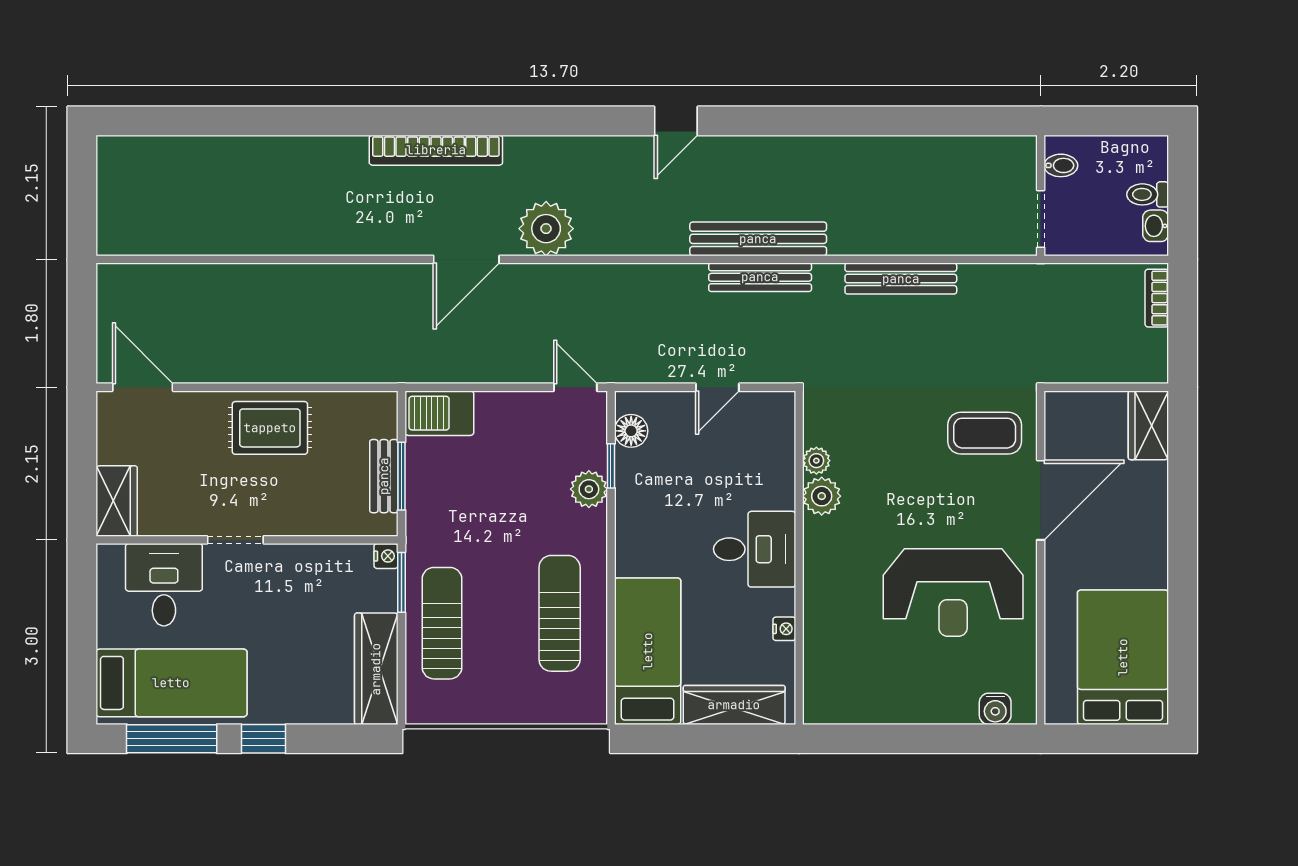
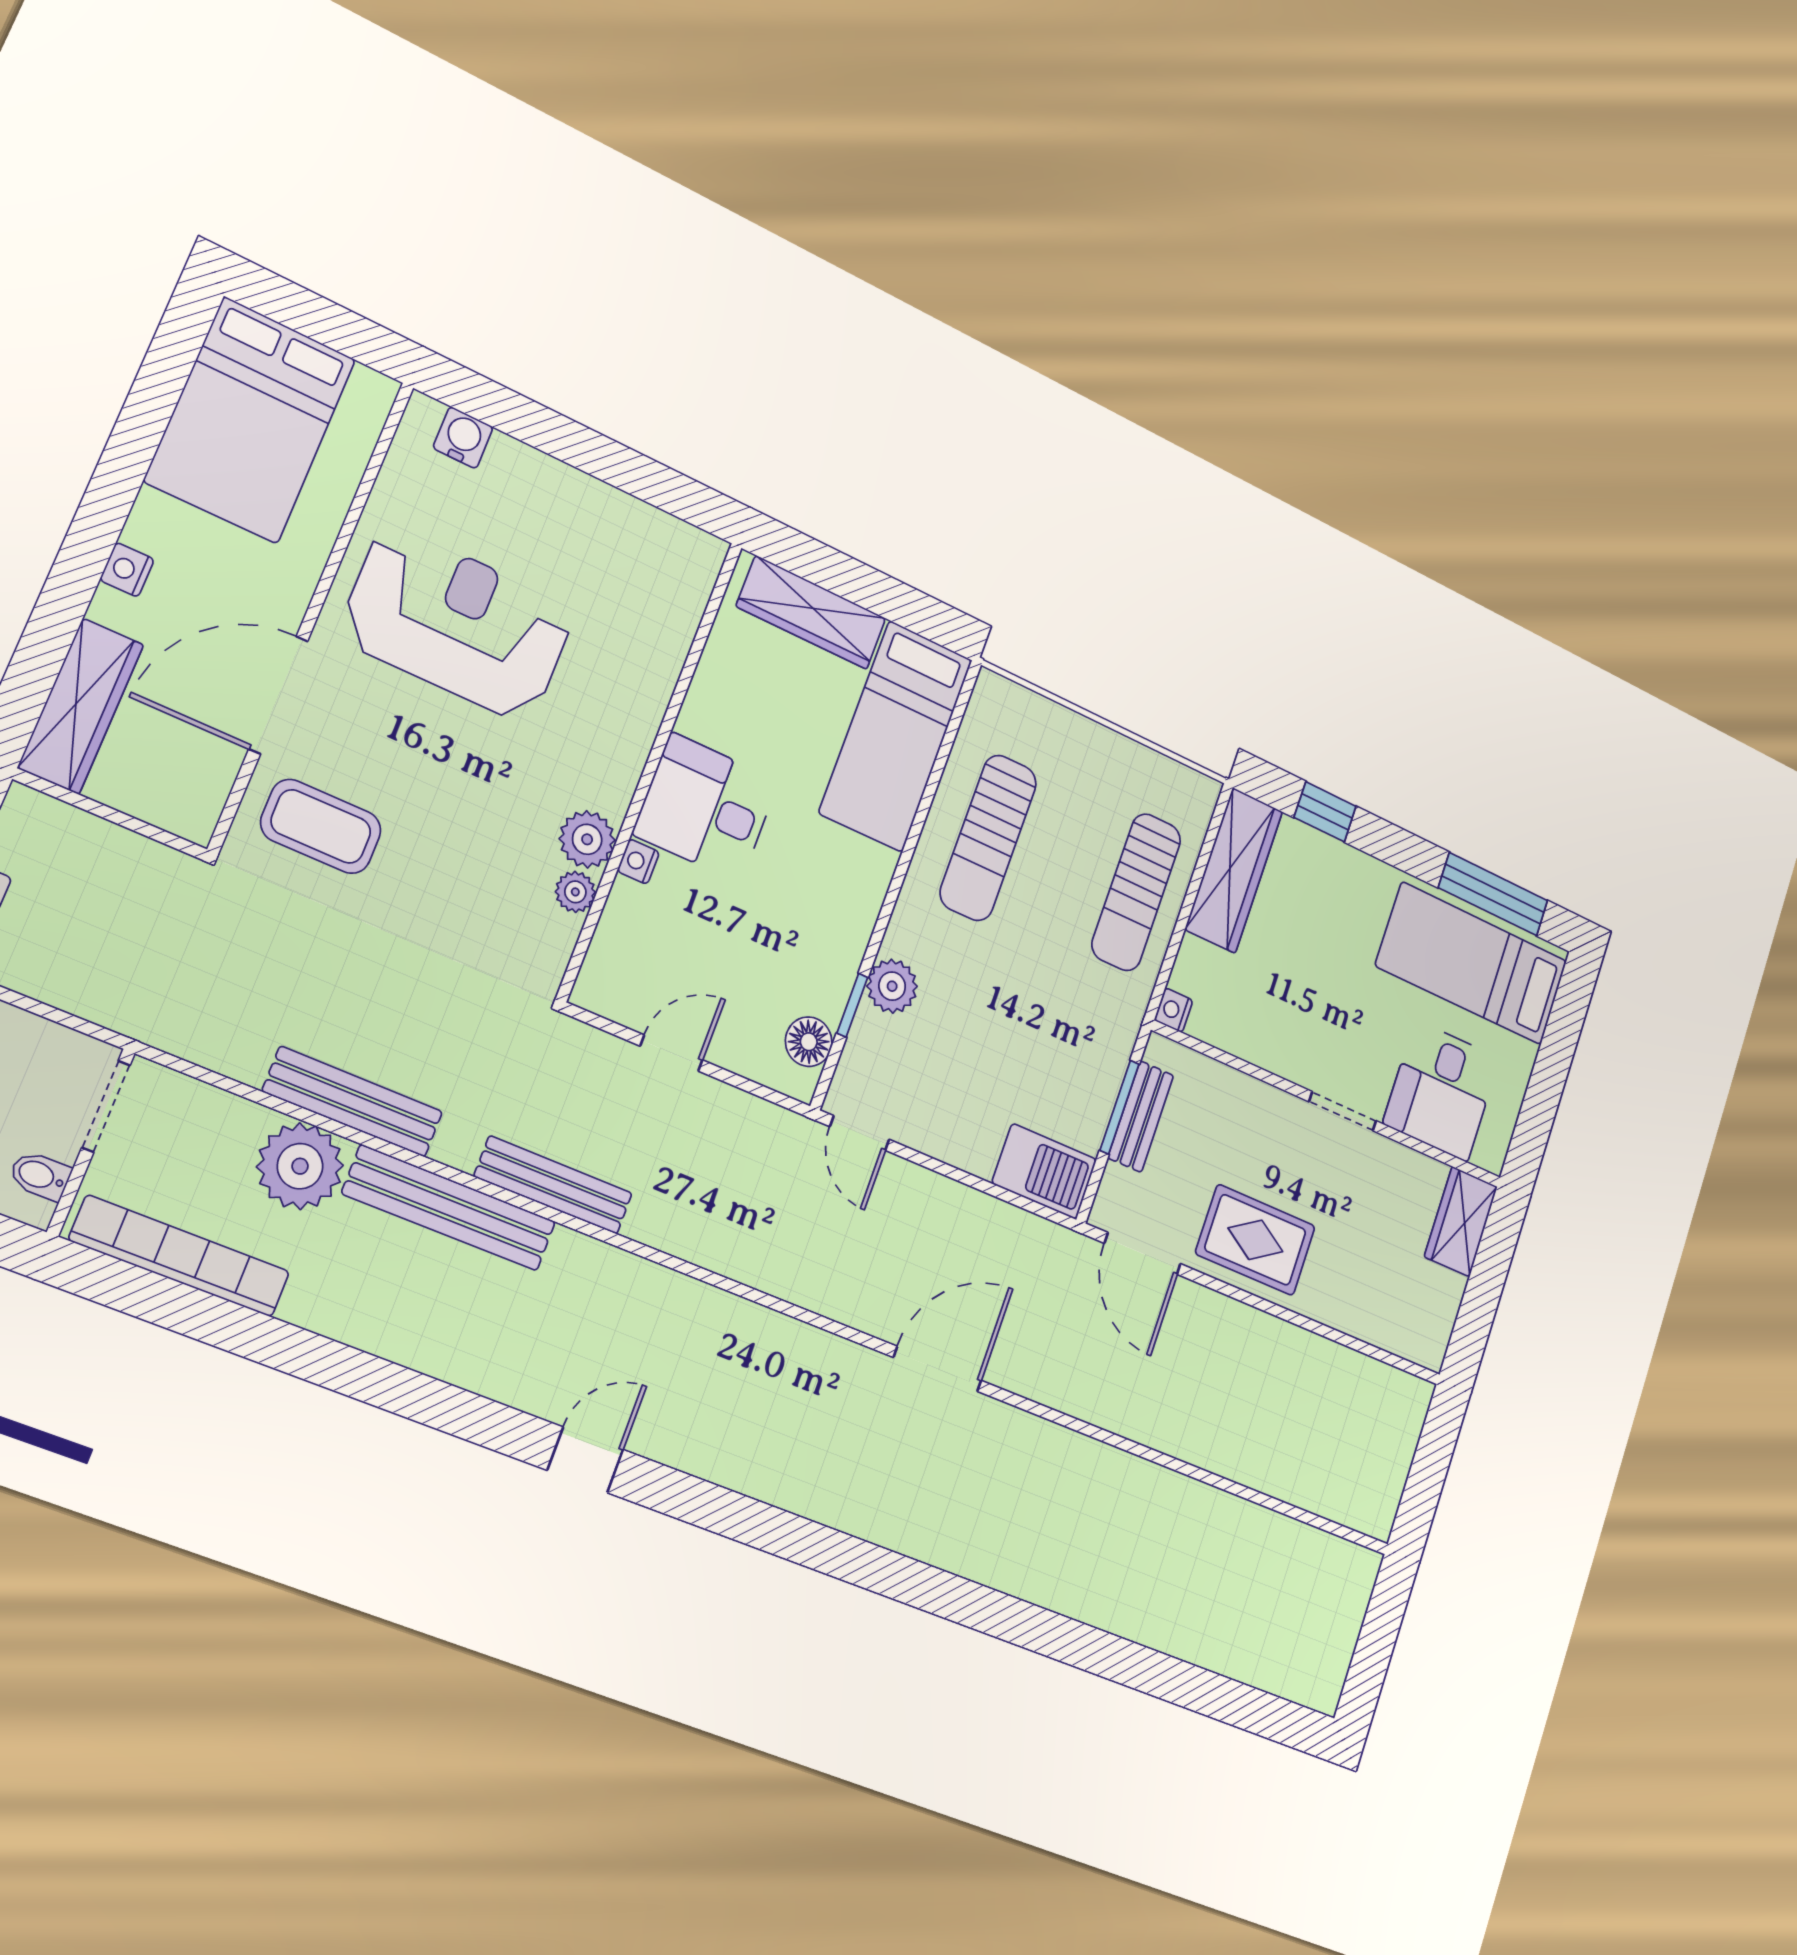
bookcase: (436, 150) -> (180, 1256), moved
plant: (546, 229) -> (300, 1166), moved
bench: (758, 239) -> (449, 1208), moved
door: (143, 387) -> (1143, 1253), moved
wardrobe: (1148, 425) -> (81, 706), width x1.50
nightstand: (1156, 534) -> (127, 570), added
window: (401, 582) -> (1167, 967), removed
nightstand: (784, 629) -> (638, 862), moved
window: (263, 739) -> (1325, 812), moved

